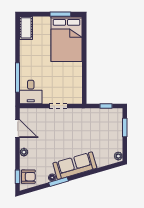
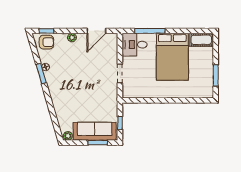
bed: (67, 39) -> (172, 57), moved, turned -90
sofa: (75, 166) -> (95, 131), moved, turned -74
armchair: (28, 177) -> (46, 42), turned -90

